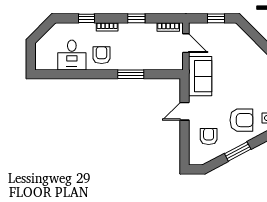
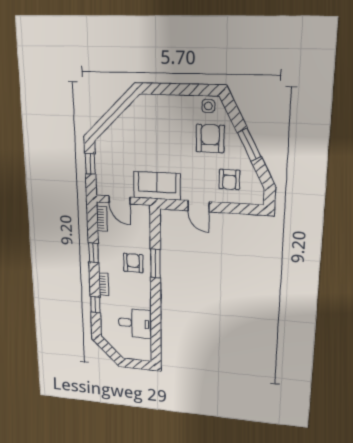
door: (186, 43) -> (119, 200), swing flipped
armchair: (102, 55) -> (133, 263), moved, turned 90
armchair: (209, 136) -> (229, 179), turned -90

